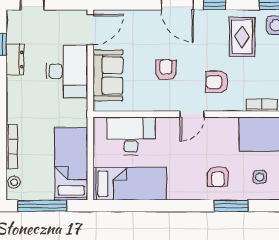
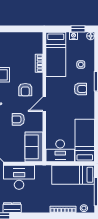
sofa: (108, 75) -> (34, 147), moved, turned -90
door: (192, 114) -> (44, 104), swing flipped
desk: (131, 136) -> (60, 151), moved, turned -90

